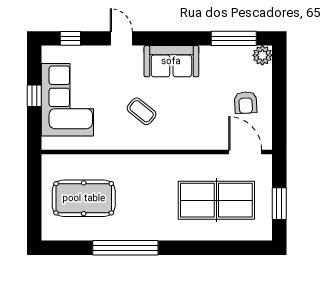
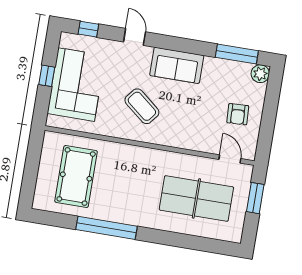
coffee table: (142, 111) -> (142, 106), width x1.36, depth x1.30
door: (245, 152) -> (230, 159), width x0.73
pool table: (84, 198) -> (76, 176), turned 90
window: (279, 204) -> (255, 198), moved

